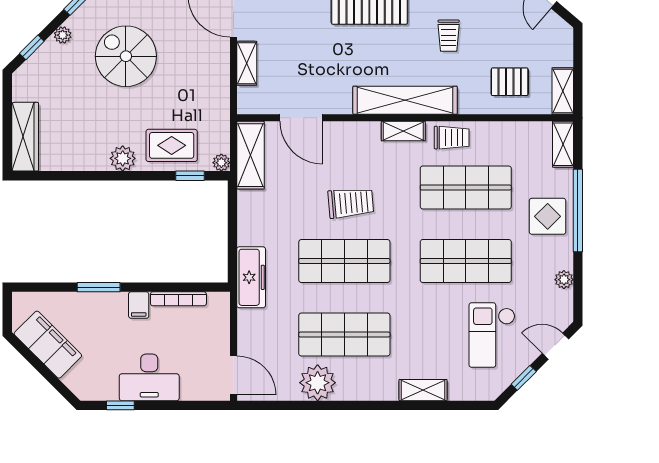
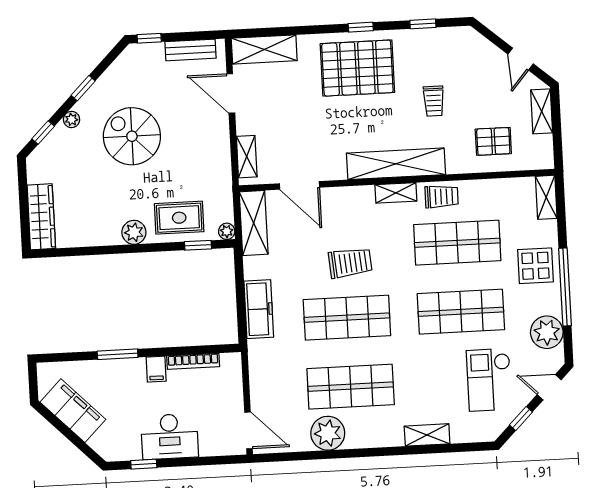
shelving: (247, 63) -> (247, 157), moved
shelving: (563, 91) -> (542, 111), moved
window: (578, 210) -> (565, 287), moved
freezer: (251, 277) -> (259, 309), moved
plant: (564, 280) -> (547, 332), width x1.88, depth x1.88

